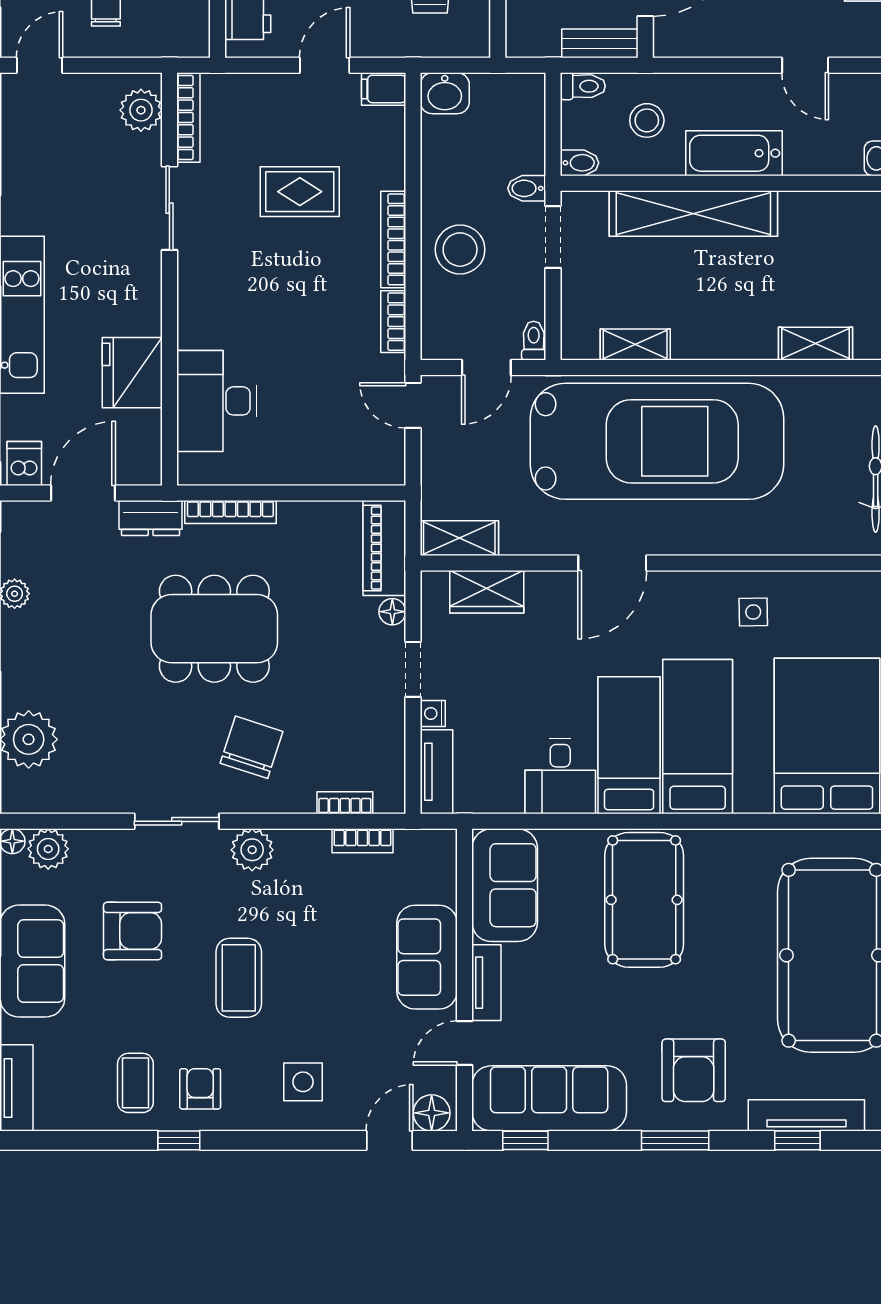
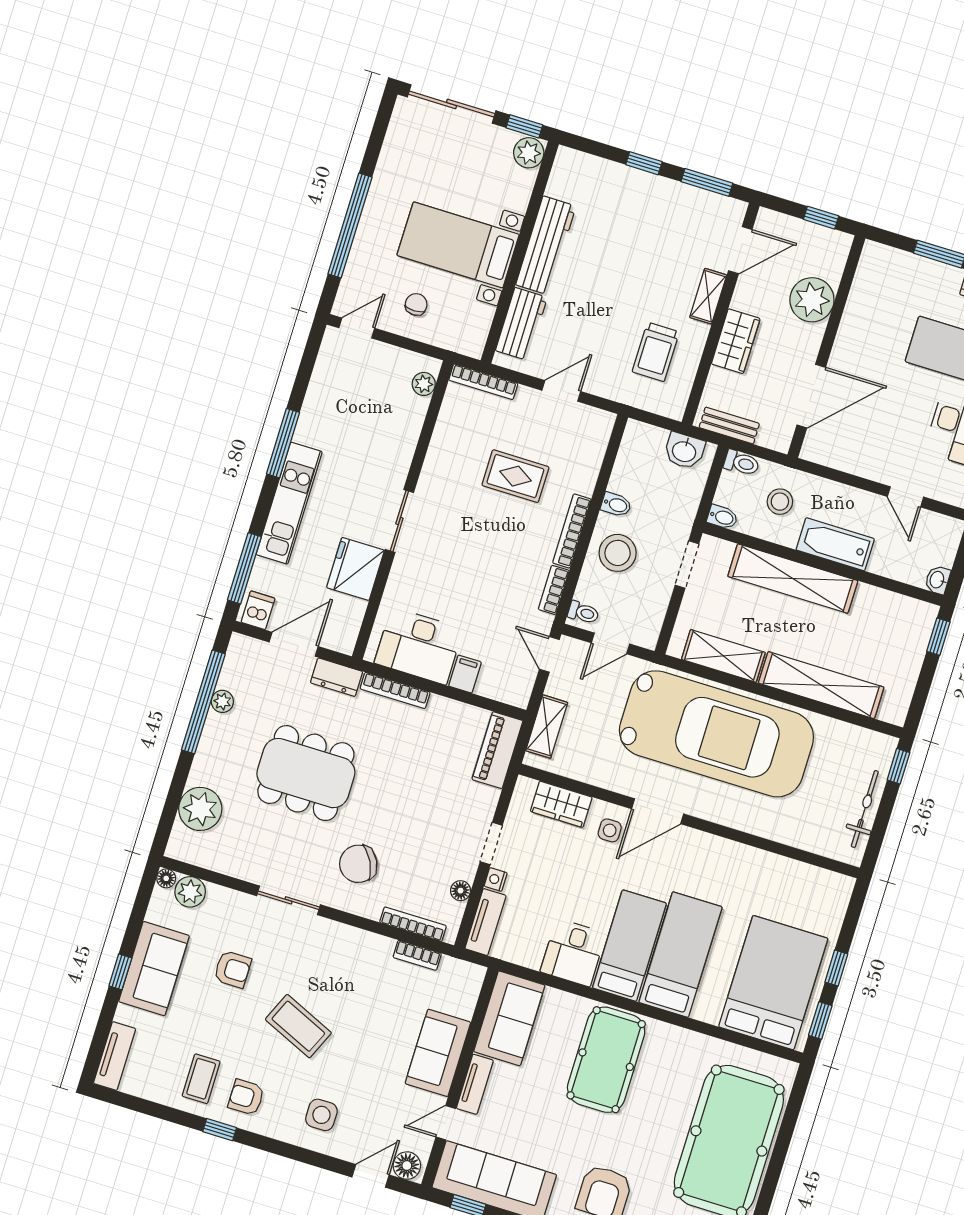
bench: (600, 43) -> (729, 426), moved
filing cabinet: (384, 89) -> (465, 674), moved, turned 90
washbasin: (445, 93) -> (684, 451), moved
plant: (141, 110) -> (424, 384), width x0.73, depth x0.73
bookcase: (188, 117) -> (483, 382), moved, turned 90
bidet: (527, 188) -> (616, 505), moved, turned 180
sliding door: (169, 208) -> (399, 521), moved
toilet: (534, 341) -> (583, 613), moved, turned 90
shelving: (816, 344) -> (821, 685), width x2.20, depth x1.33
shelving: (635, 345) -> (723, 656), width x1.50, depth x1.33
desk: (217, 401) -> (419, 646), moved, turned -90
shelving: (459, 538) -> (547, 727), moved, turned 90
floor lamp: (392, 612) -> (461, 891), moved
side table: (753, 612) -> (610, 830), moved
dining table: (214, 629) -> (306, 773), moved
chair: (252, 747) -> (358, 864), turned -135
bookcase: (345, 803) -> (413, 924), width x1.56
plant: (252, 850) -> (336, 937), removed
armchair: (133, 931) -> (233, 969), width x0.72, depth x0.72
coffee table: (239, 978) -> (298, 1026), turned -66
armchair: (200, 1089) -> (246, 1097), turned -90

